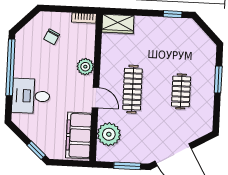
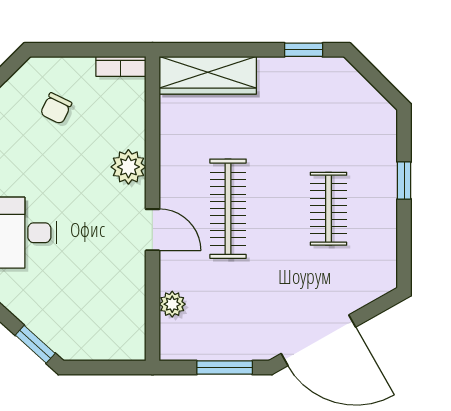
wardrobe: (118, 24) -> (208, 75), width x1.50
window: (218, 80) -> (404, 180), width x0.67
plant: (109, 134) -> (172, 304), width x0.53, depth x0.53
filing cabinet: (79, 135) -> (121, 310), removed

